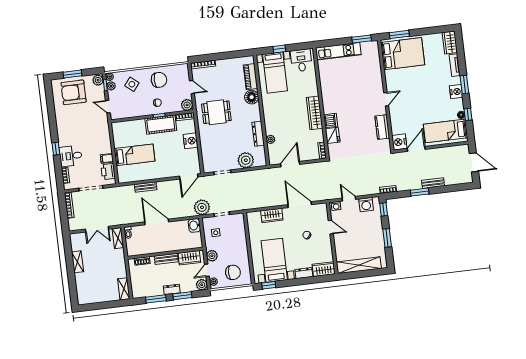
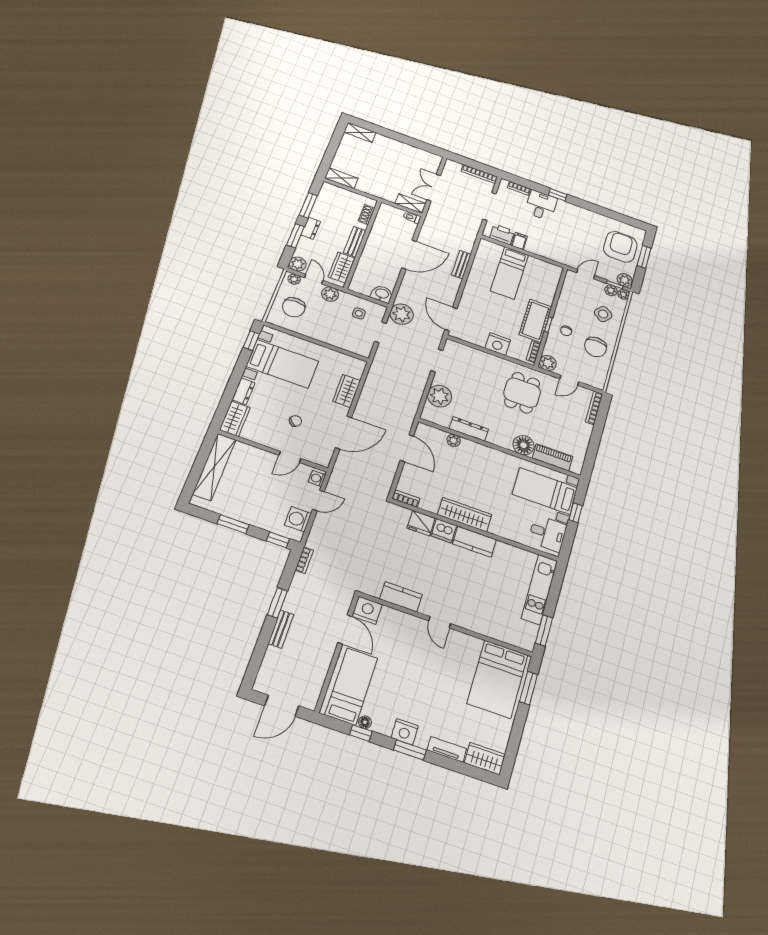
kitchen counter: (328, 100) -> (474, 542), added
shelving: (77, 262) -> (360, 132), moved

